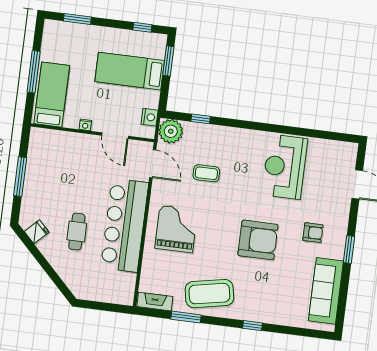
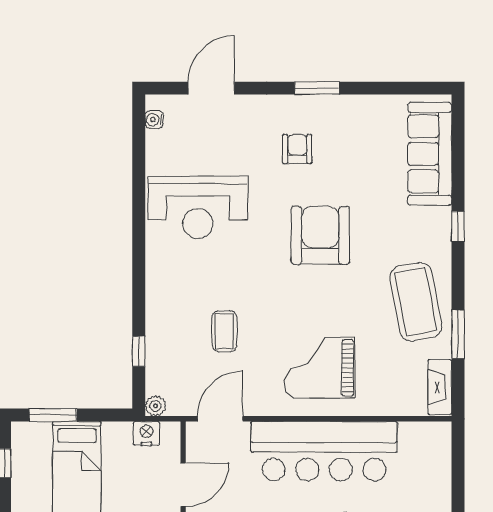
plant: (171, 131) -> (155, 406), width x0.53, depth x0.53
water cooler: (342, 147) -> (154, 120), added
sofa: (326, 291) -> (430, 154), moved, turned 90

